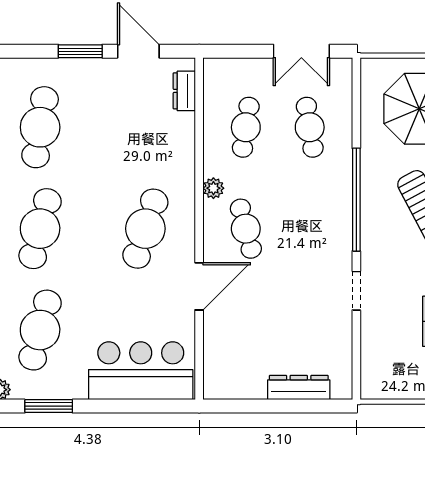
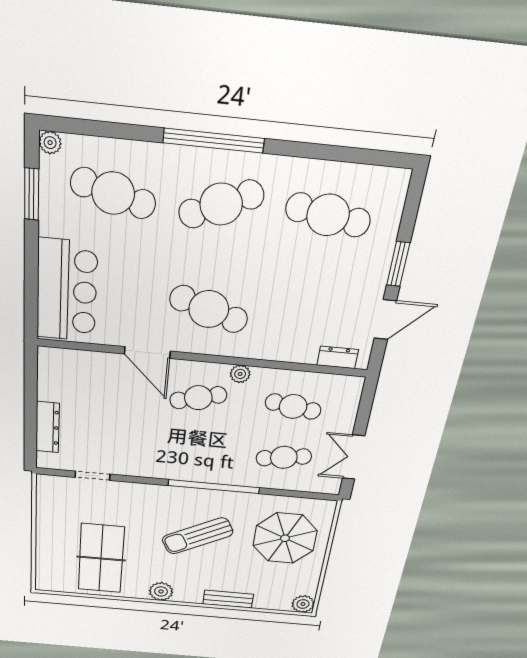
cafe table: (40, 229) -> (221, 204), turned -39
doorway: (356, 291) -> (93, 476), moved

